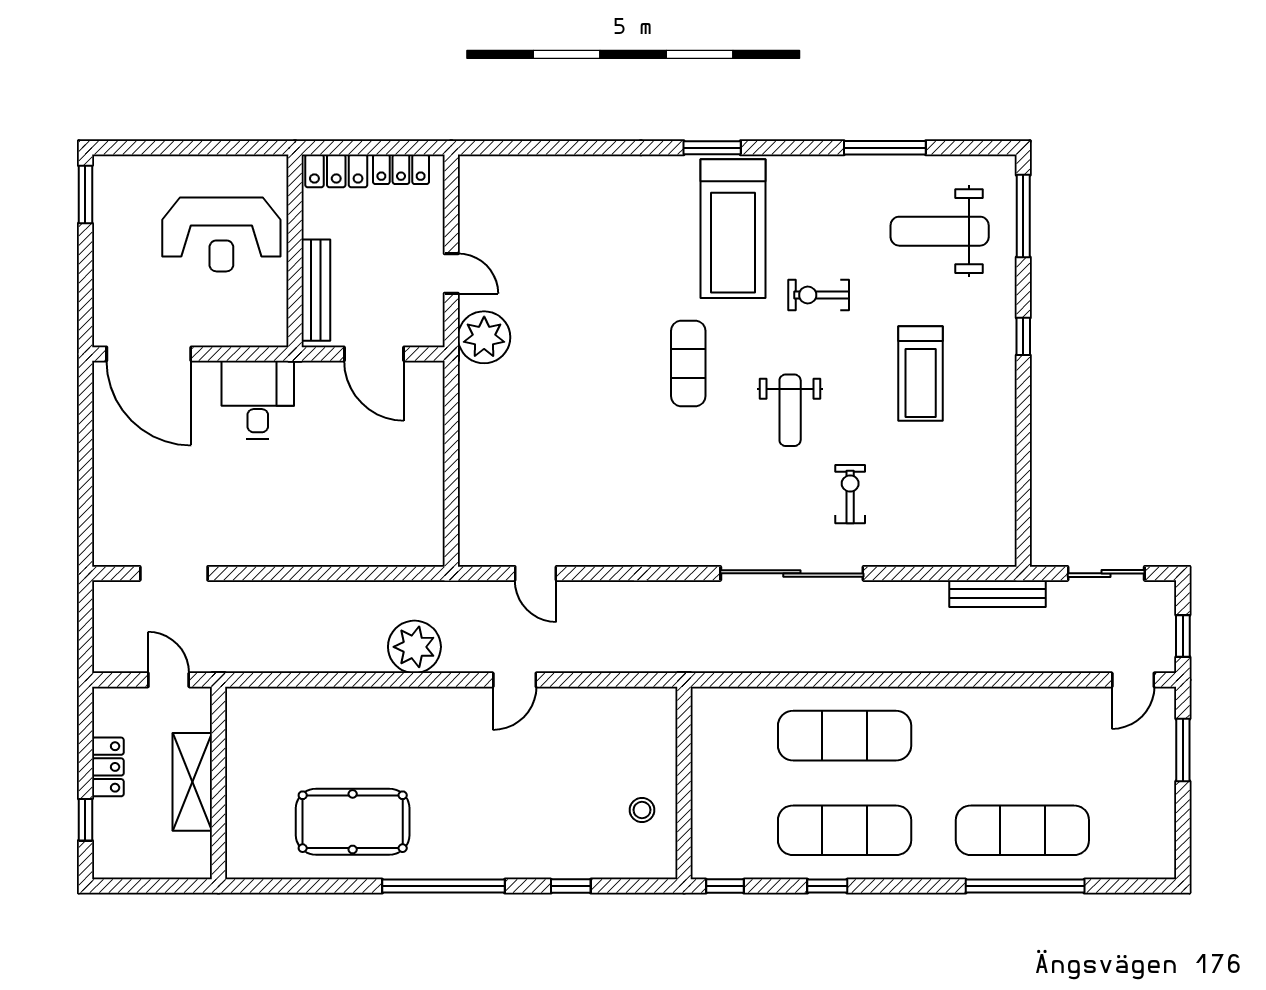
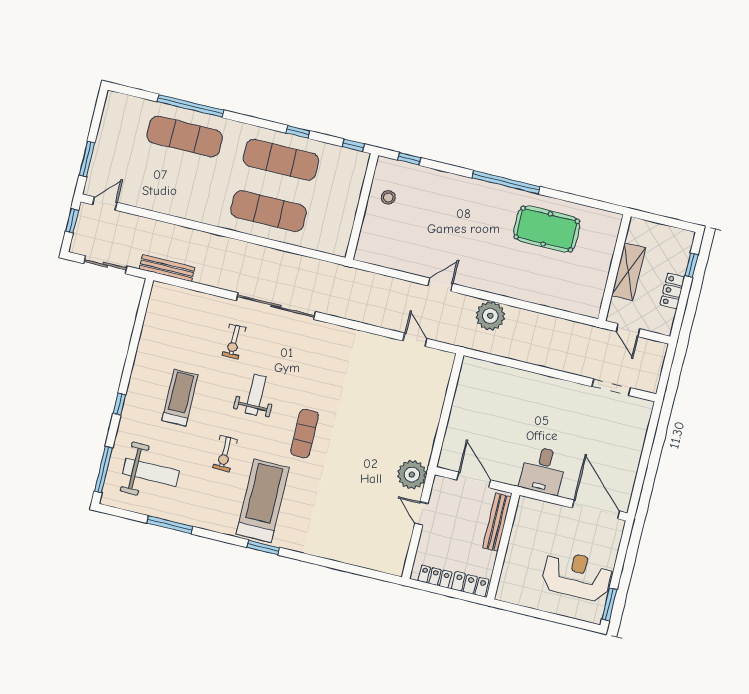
reception desk: (221, 234) -> (577, 576), moved
exercise bike: (819, 295) -> (225, 454), turned 90
window: (571, 886) -> (409, 159), moved

